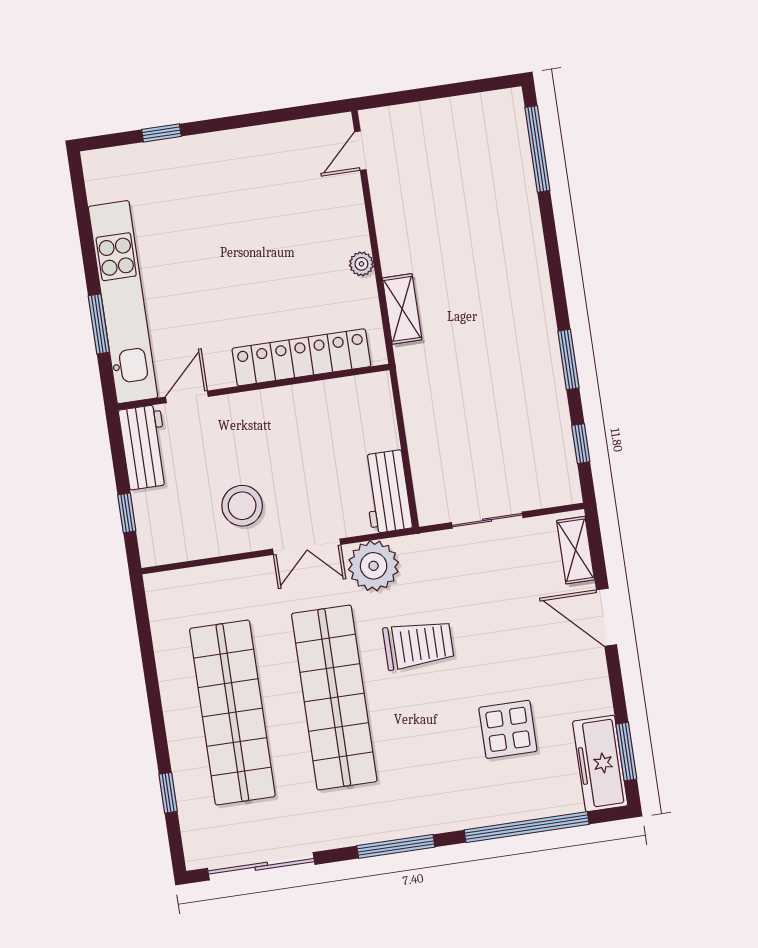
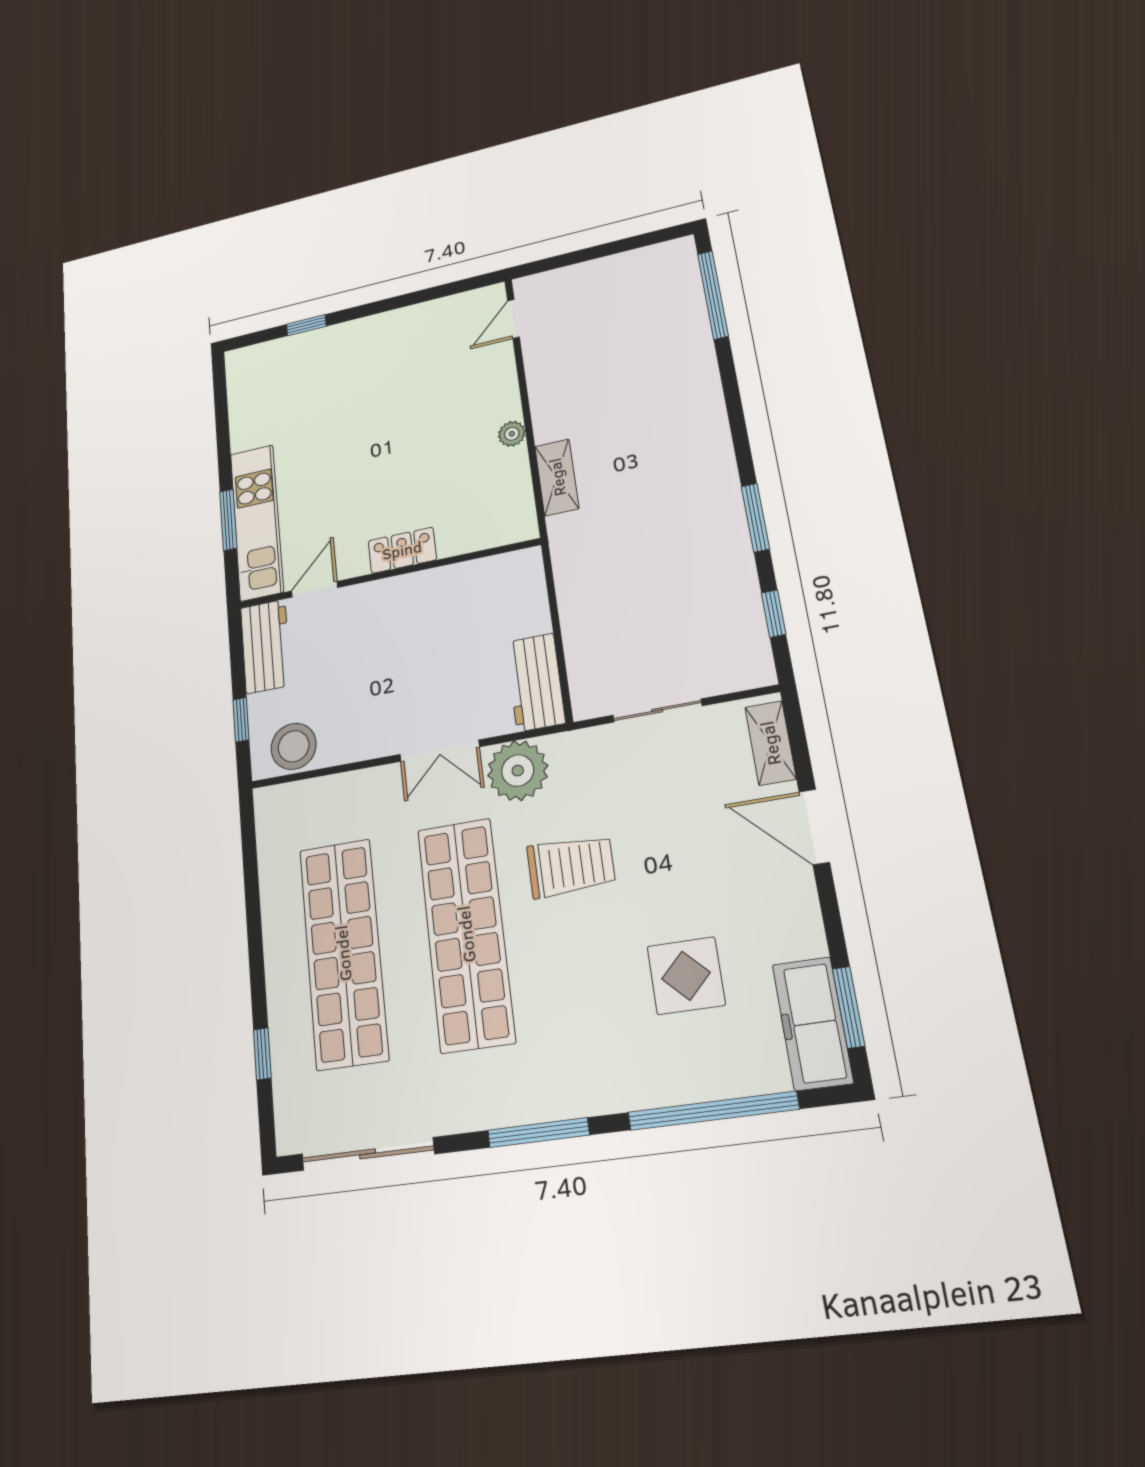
kitchen unit: (123, 302) -> (257, 522), width x0.73
locker: (301, 357) -> (402, 550), width x0.46, depth x0.83
stool: (242, 506) -> (294, 746), moved

